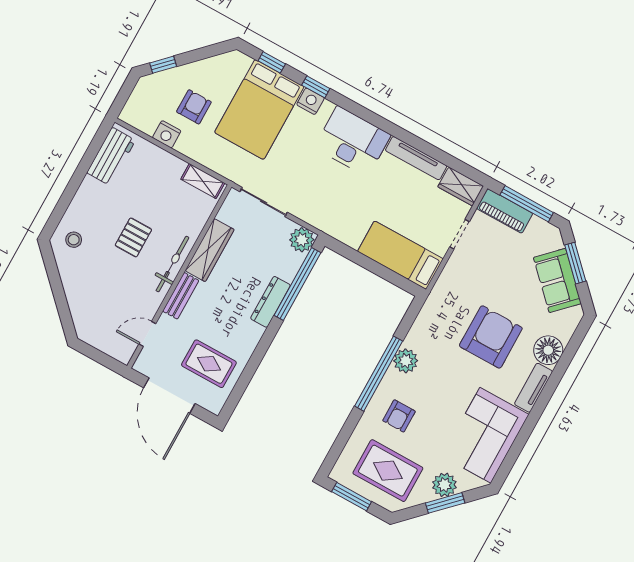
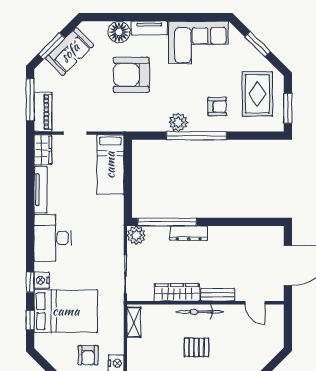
armchair: (194, 107) -> (88, 355), turned -90
rug: (209, 364) -> (252, 251), removed
plant: (444, 485) -> (246, 51), removed

